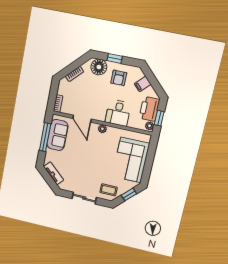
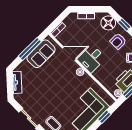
desk: (118, 113) -> (91, 59), moved
door: (82, 119) -> (69, 54), swing flipped
window: (151, 155) -> (104, 117), added

